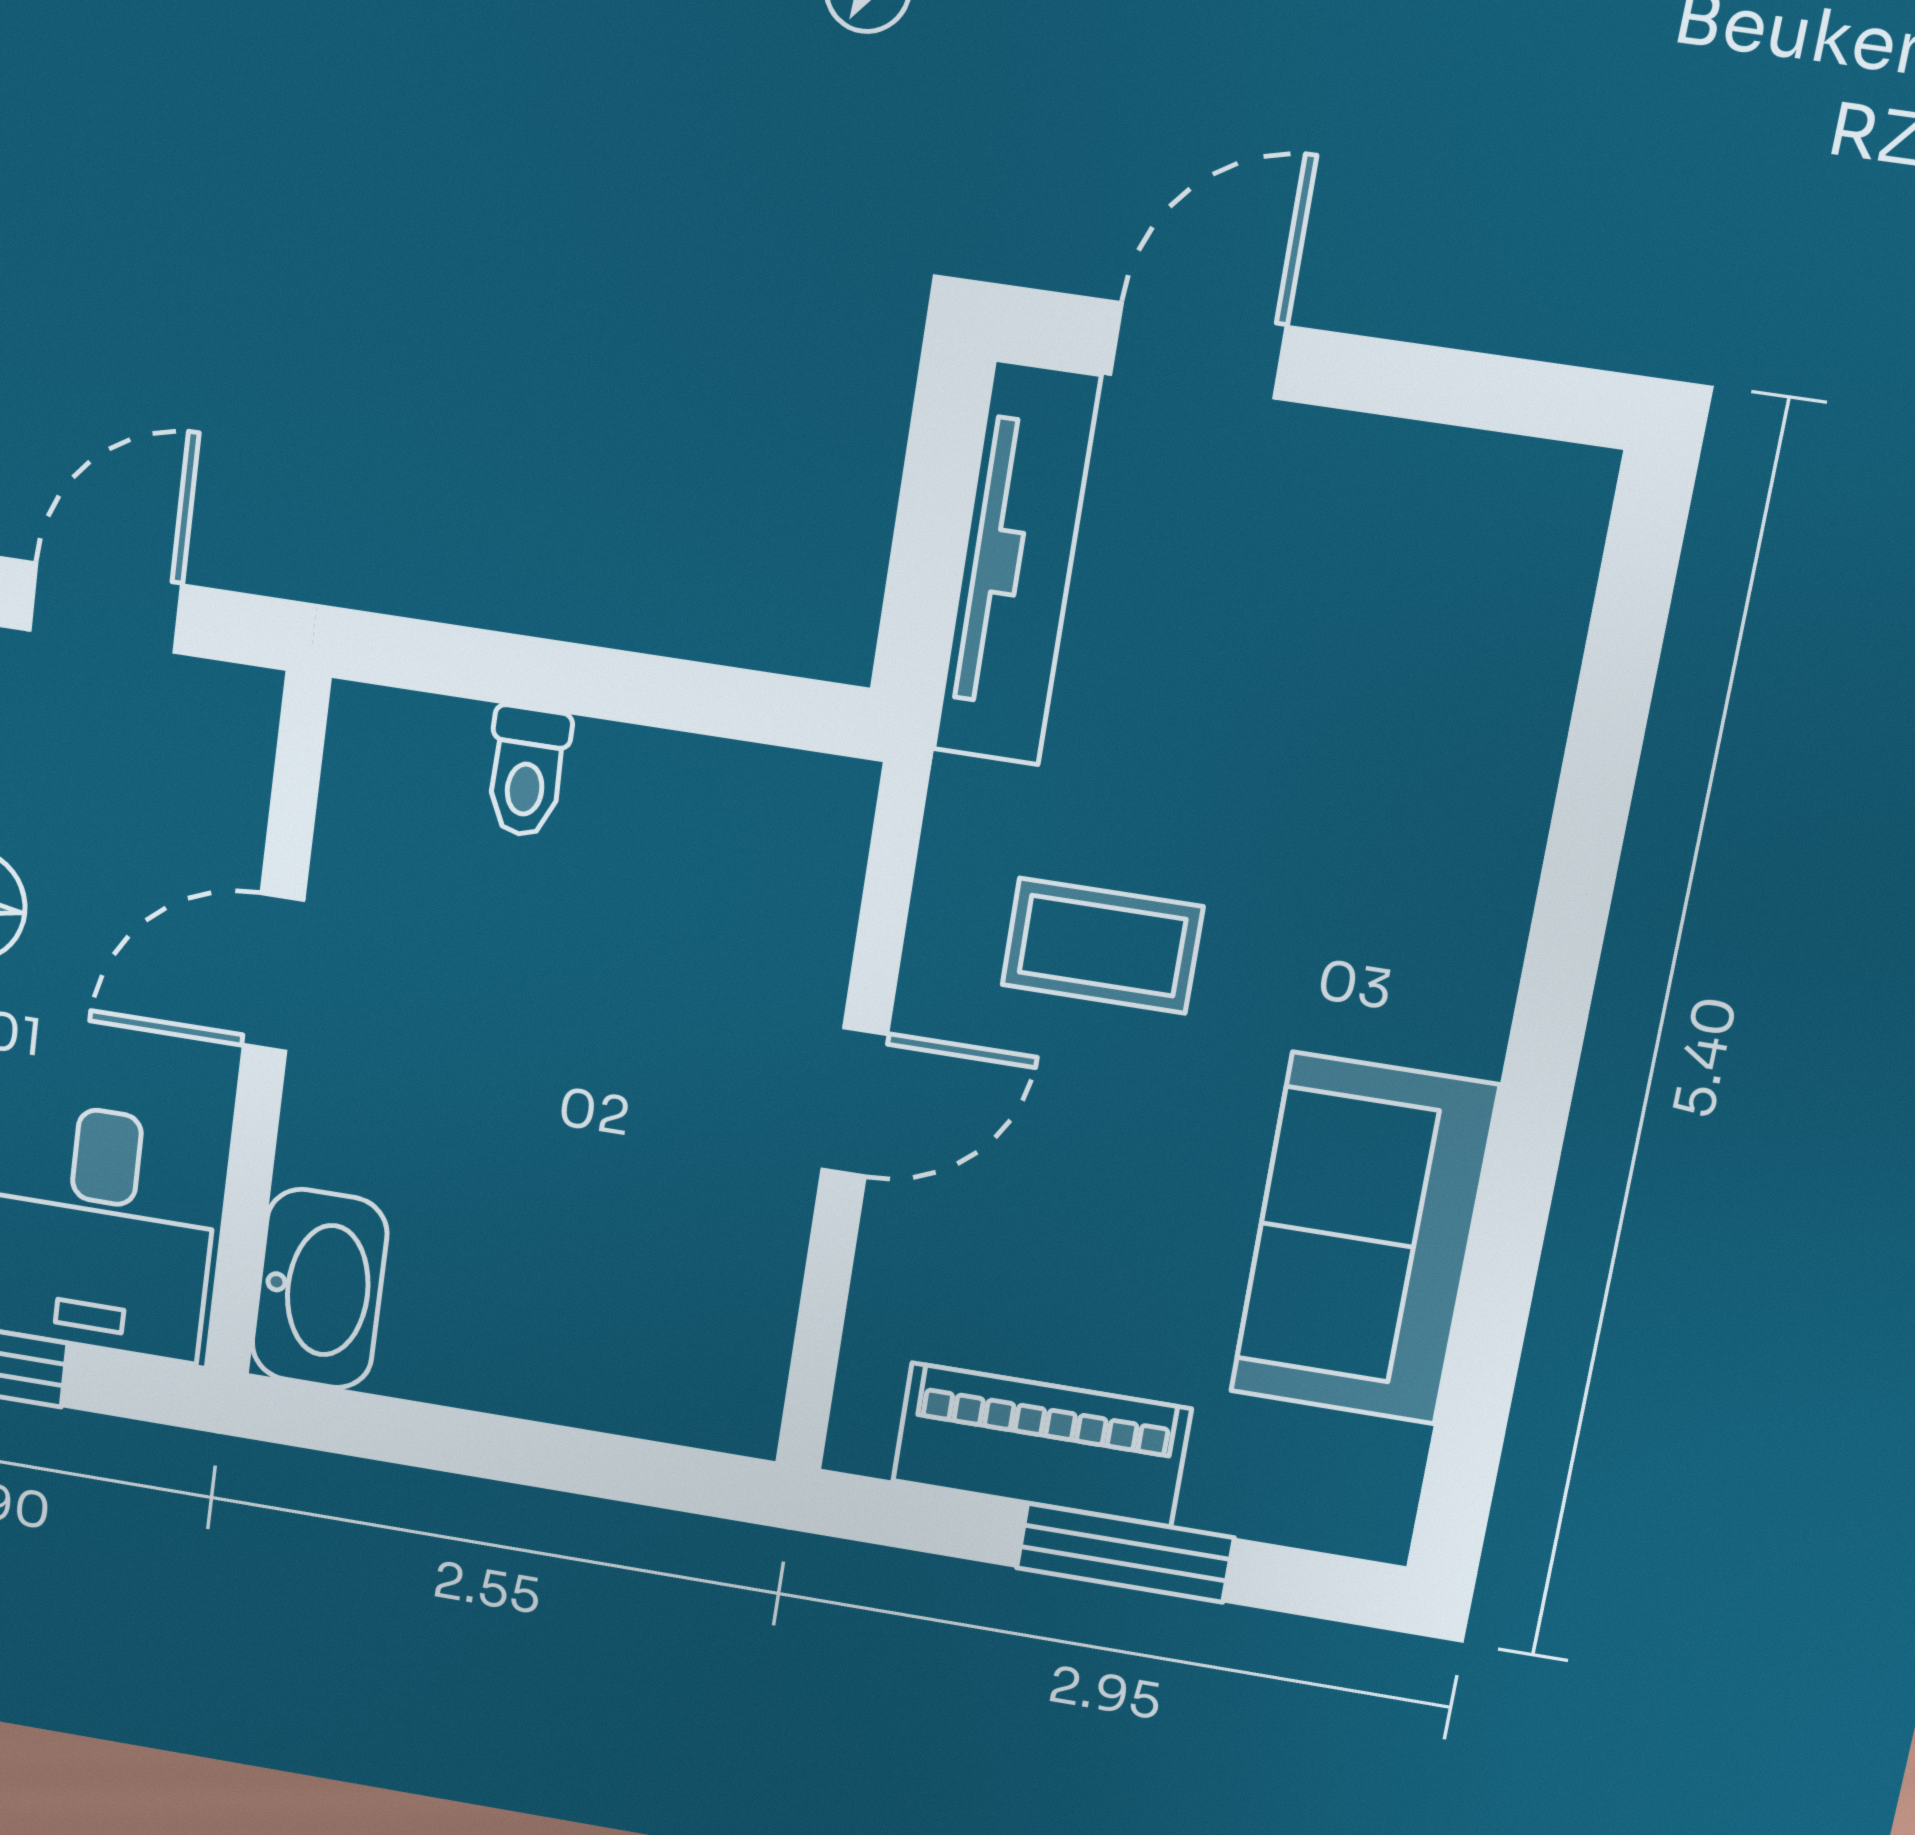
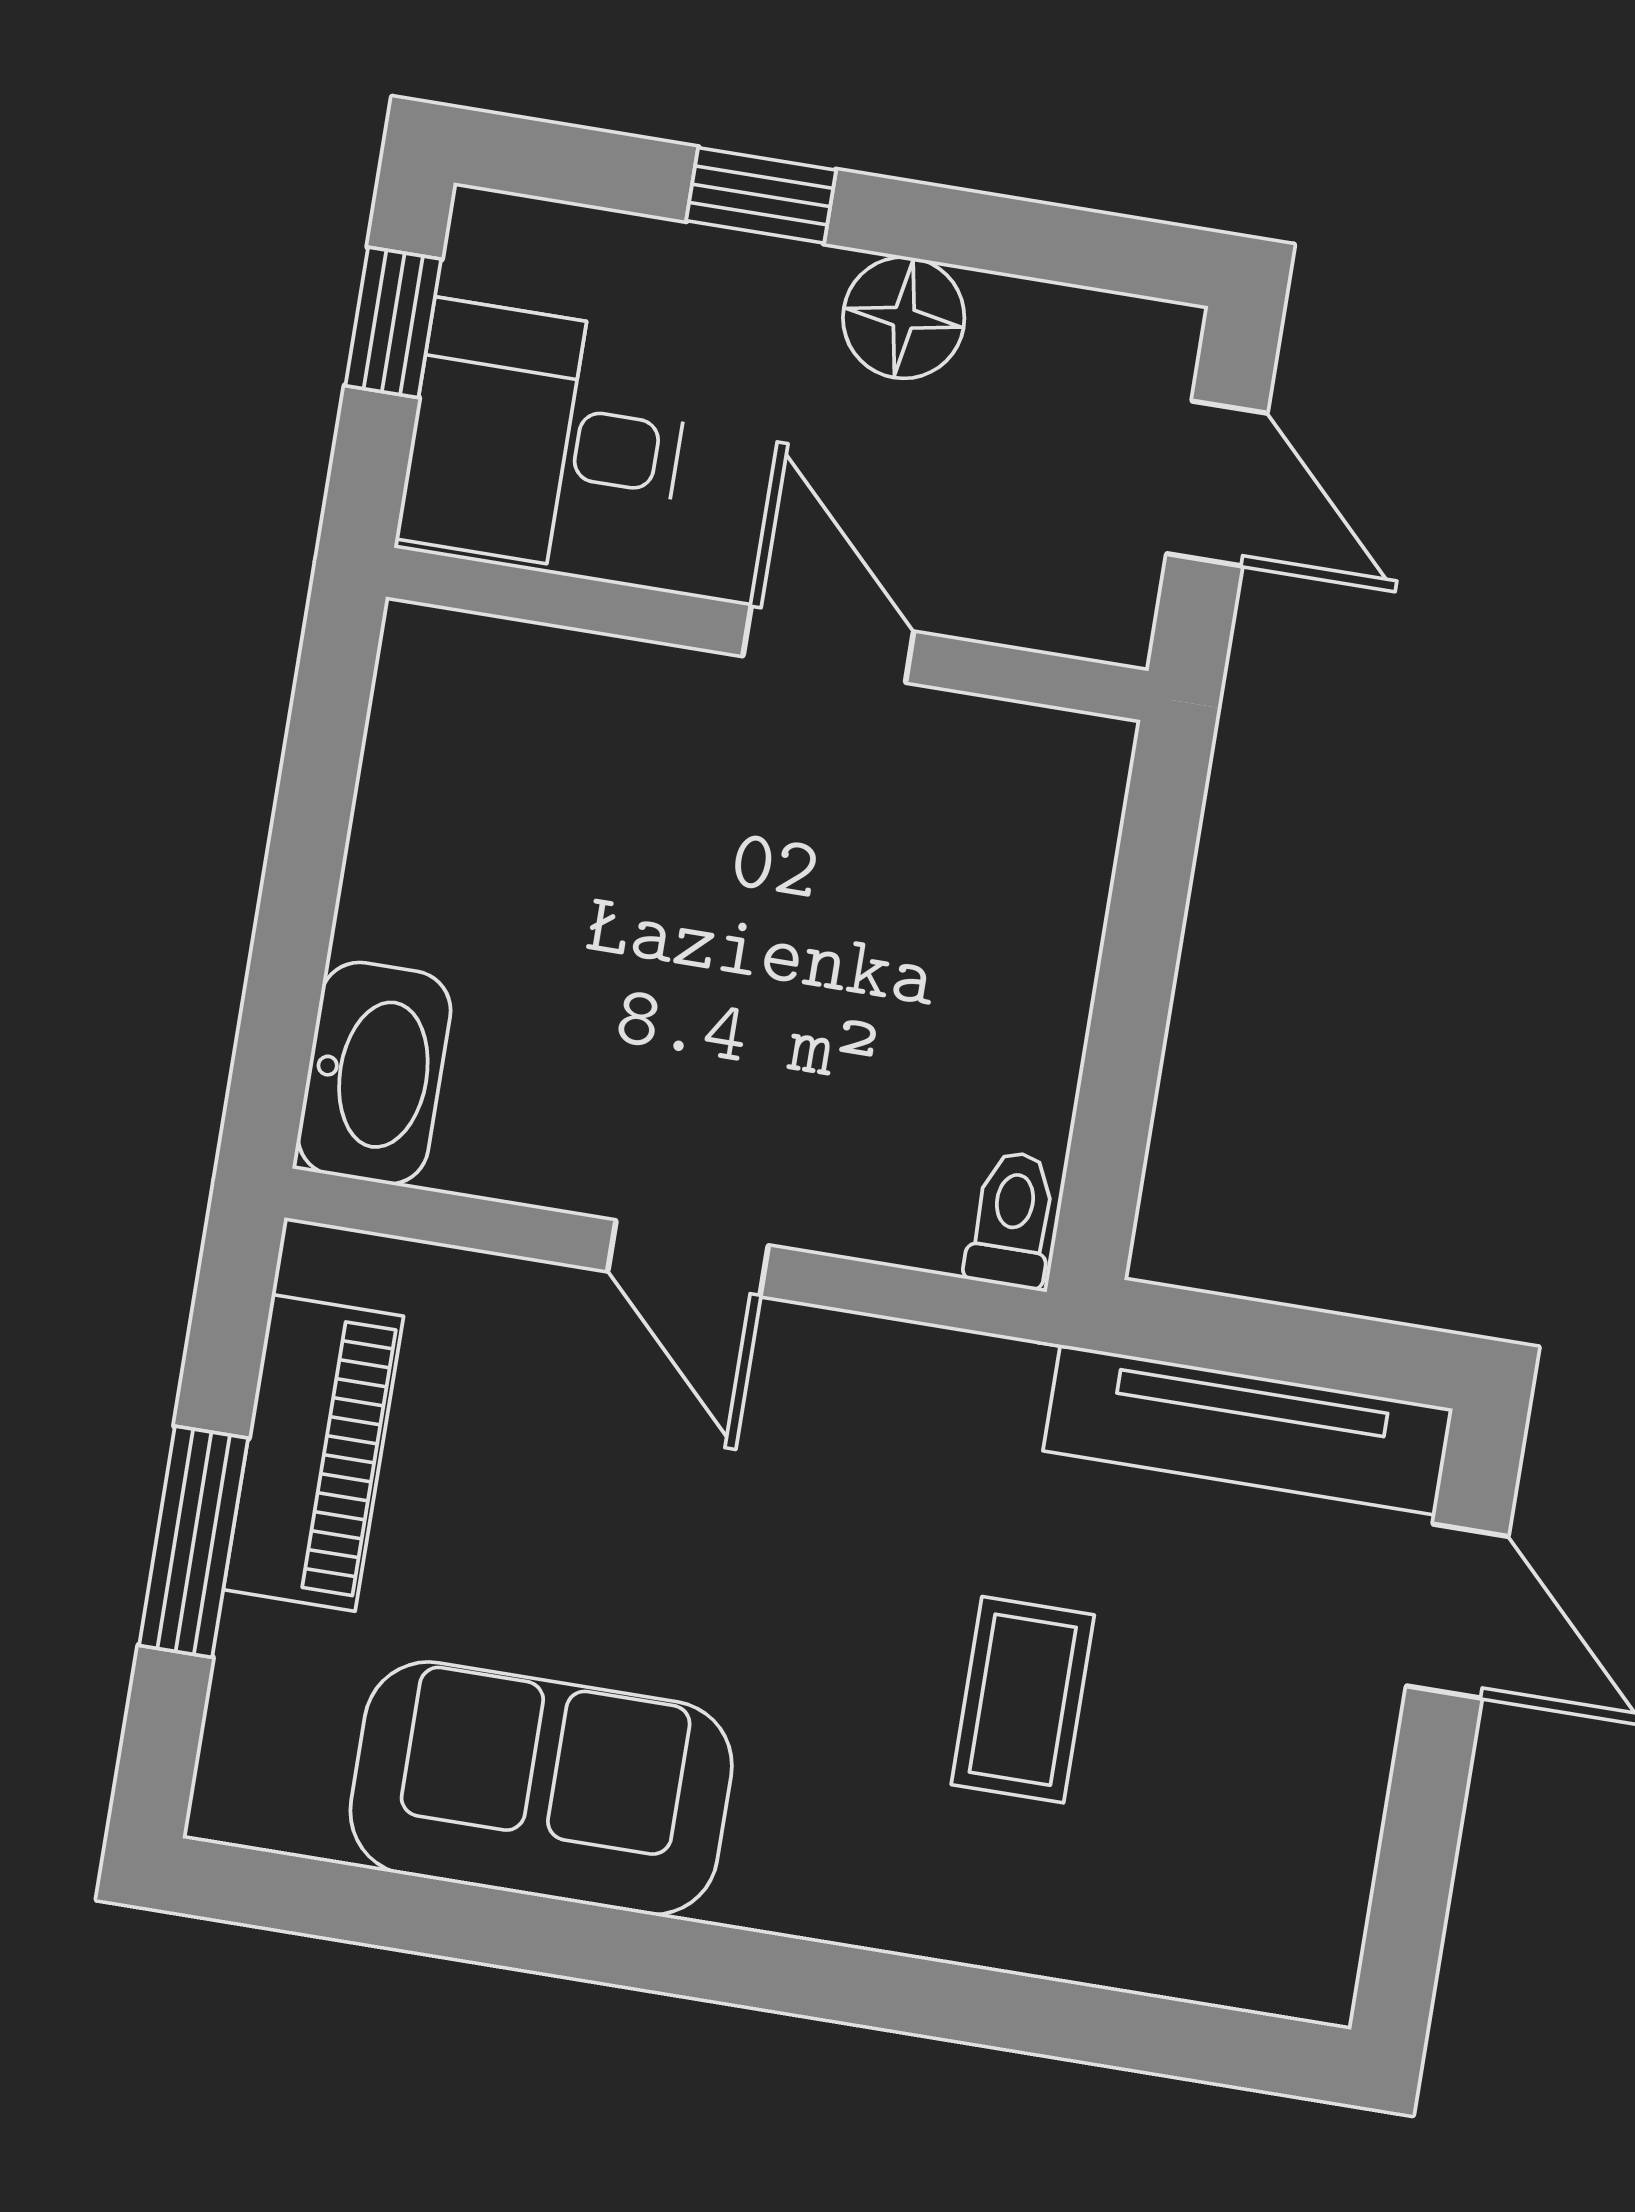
toilet: (527, 772) -> (1012, 1219), moved, turned 90
coffee table: (1102, 946) -> (1023, 1700), moved
washbasin: (319, 1289) -> (374, 1073), moved, turned -90

